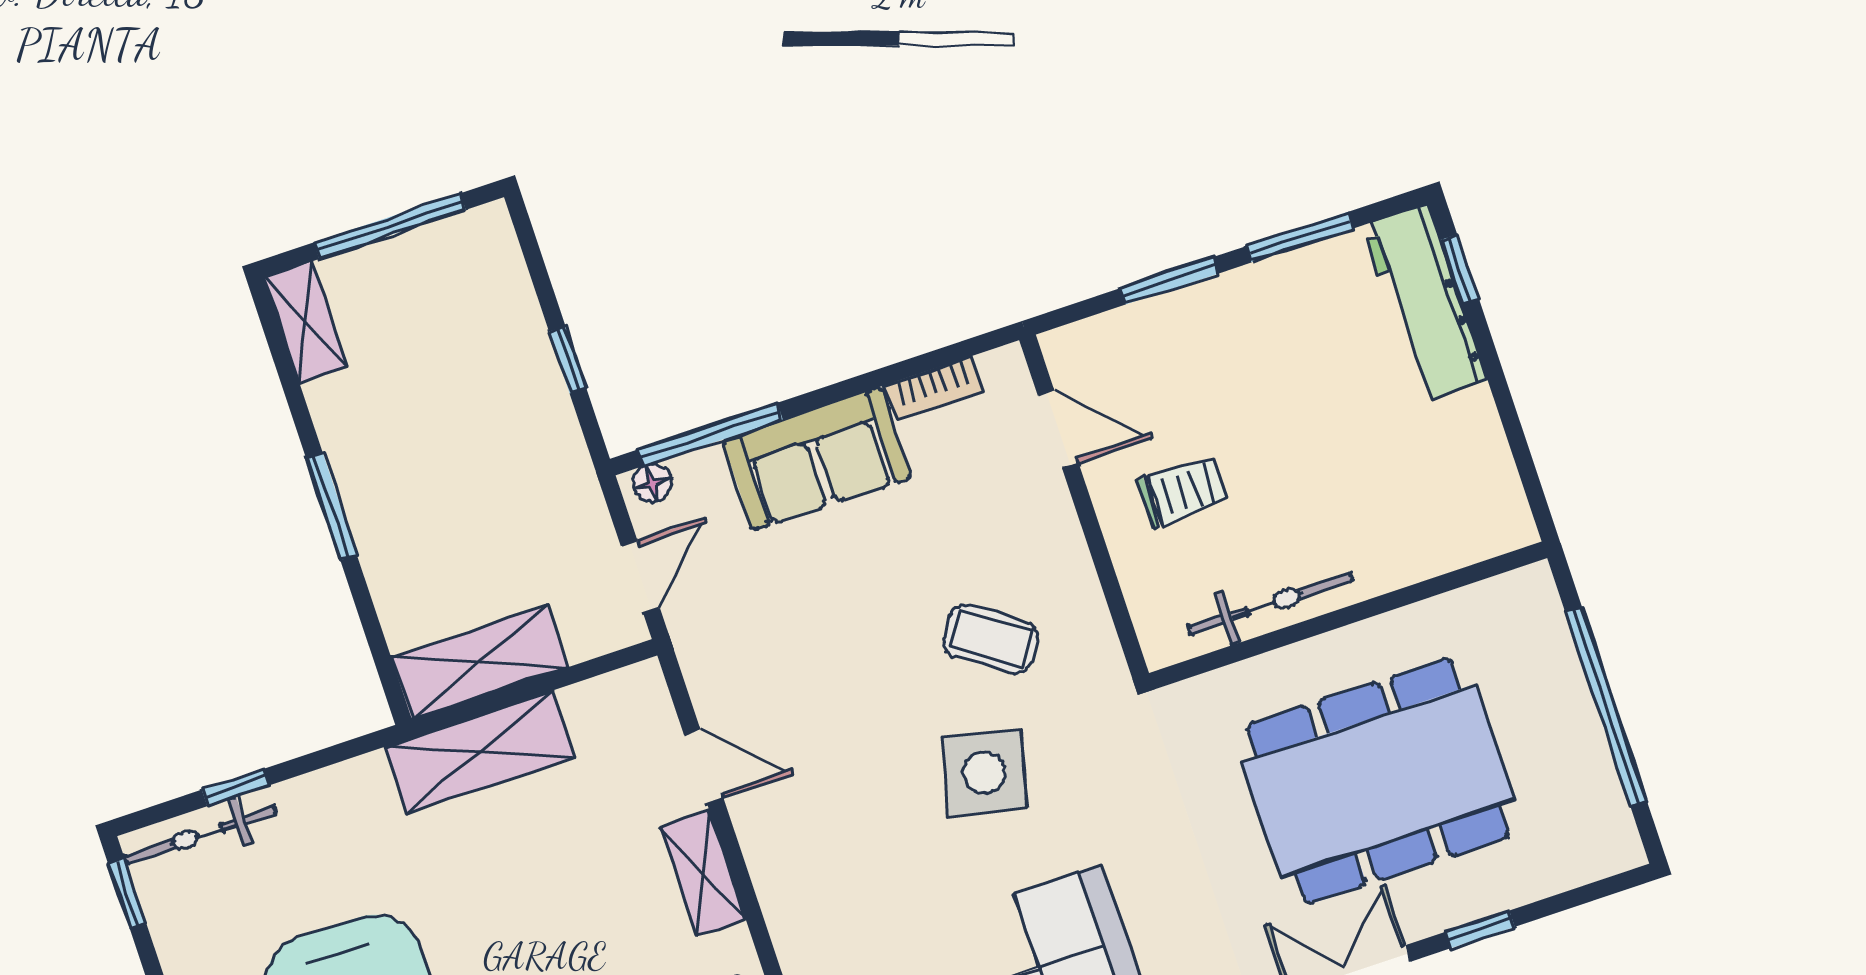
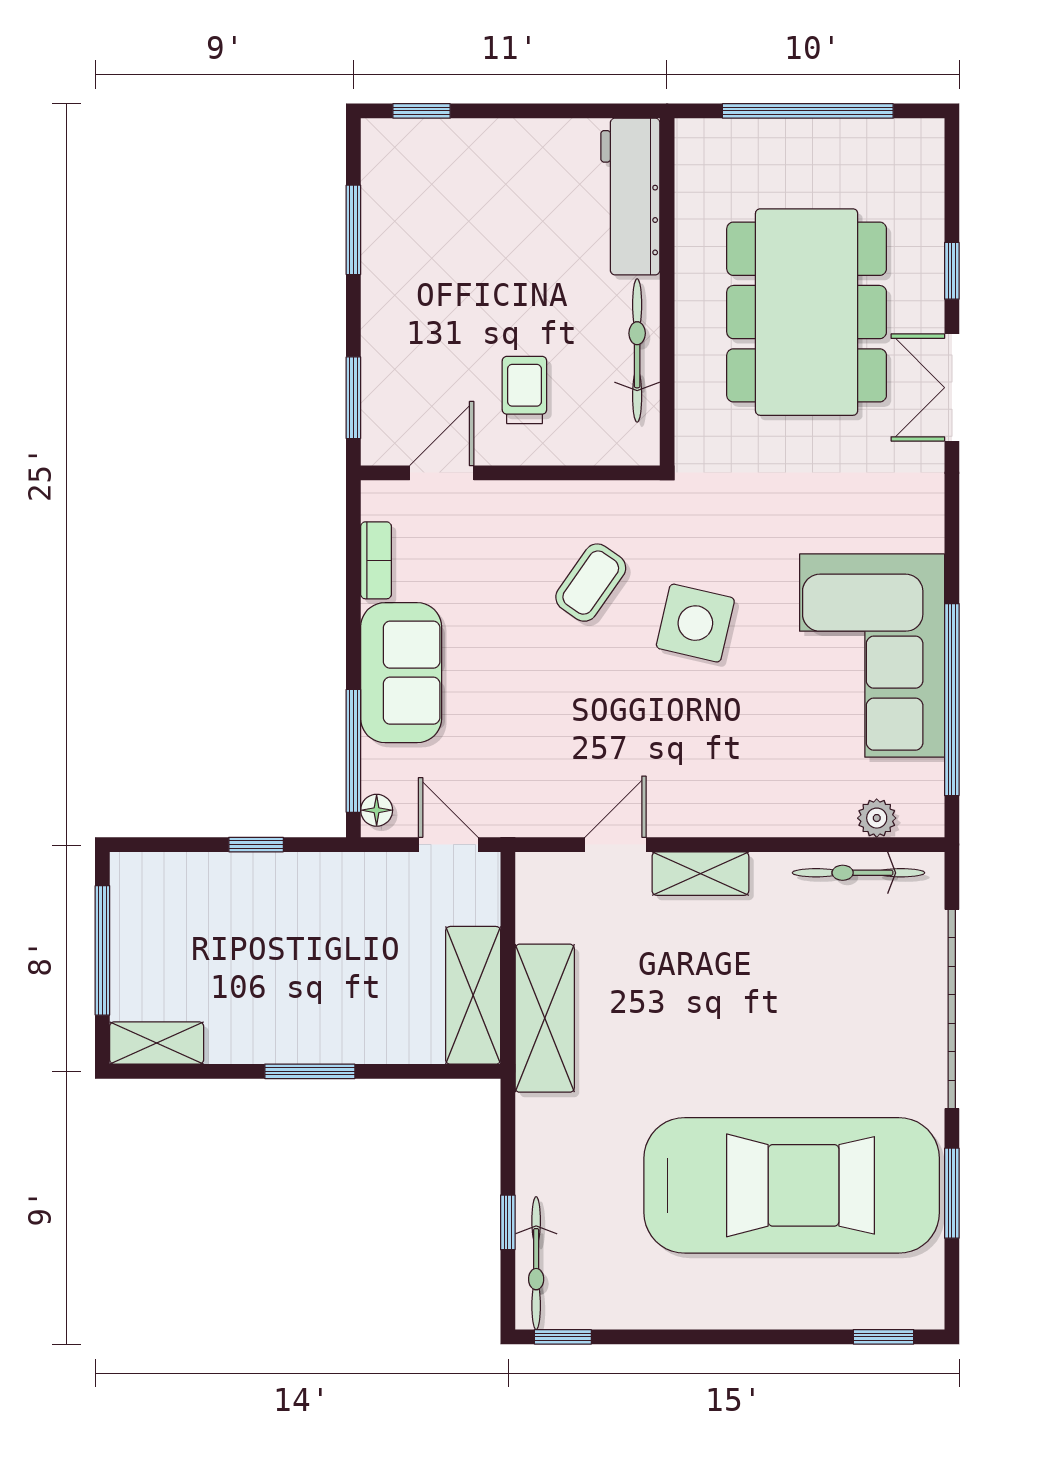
window: (1169, 281) -> (353, 398), moved
workbench: (1425, 303) -> (630, 197), moved, turned 90

